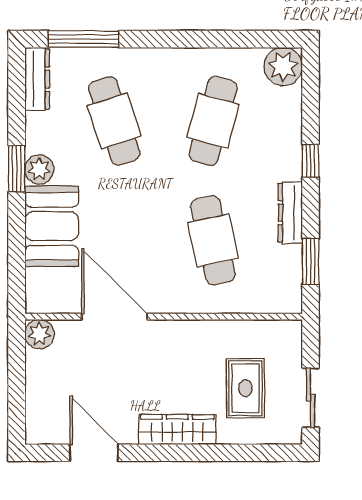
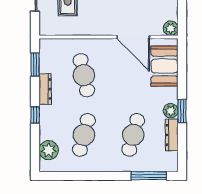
plant: (283, 66) -> (49, 150), moved
dresser: (37, 79) -> (172, 135), moved
cafe table: (114, 121) -> (133, 135), turned 33
booth: (52, 226) -> (164, 66), moved

